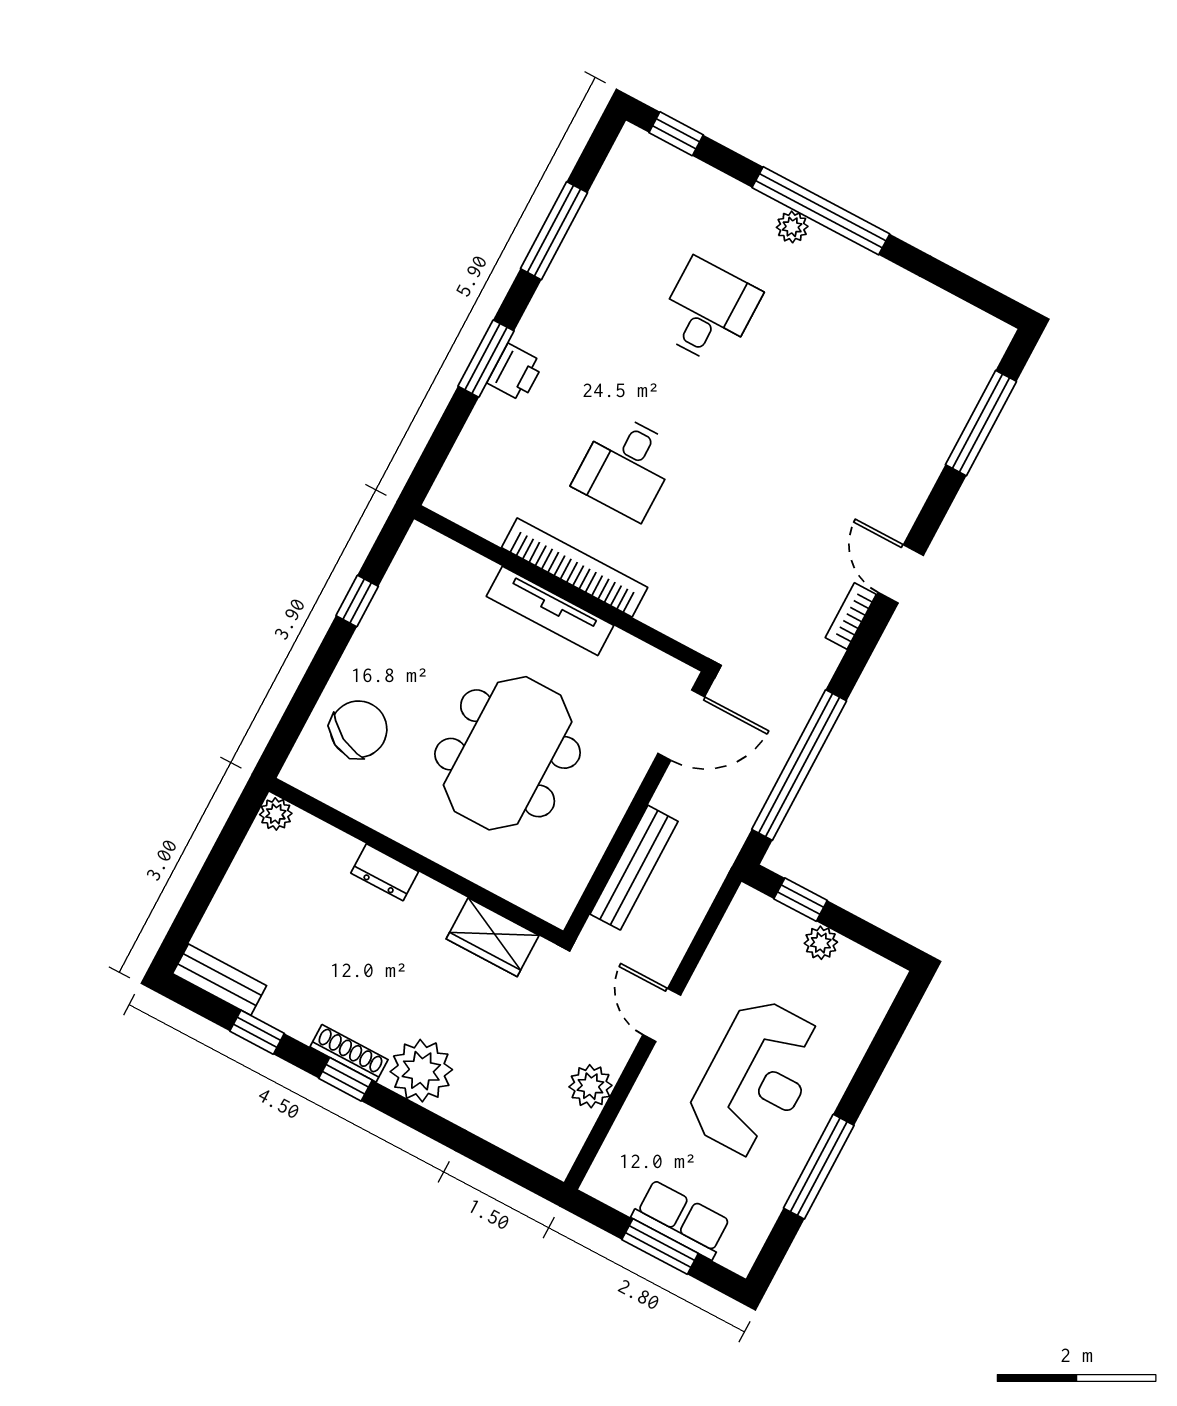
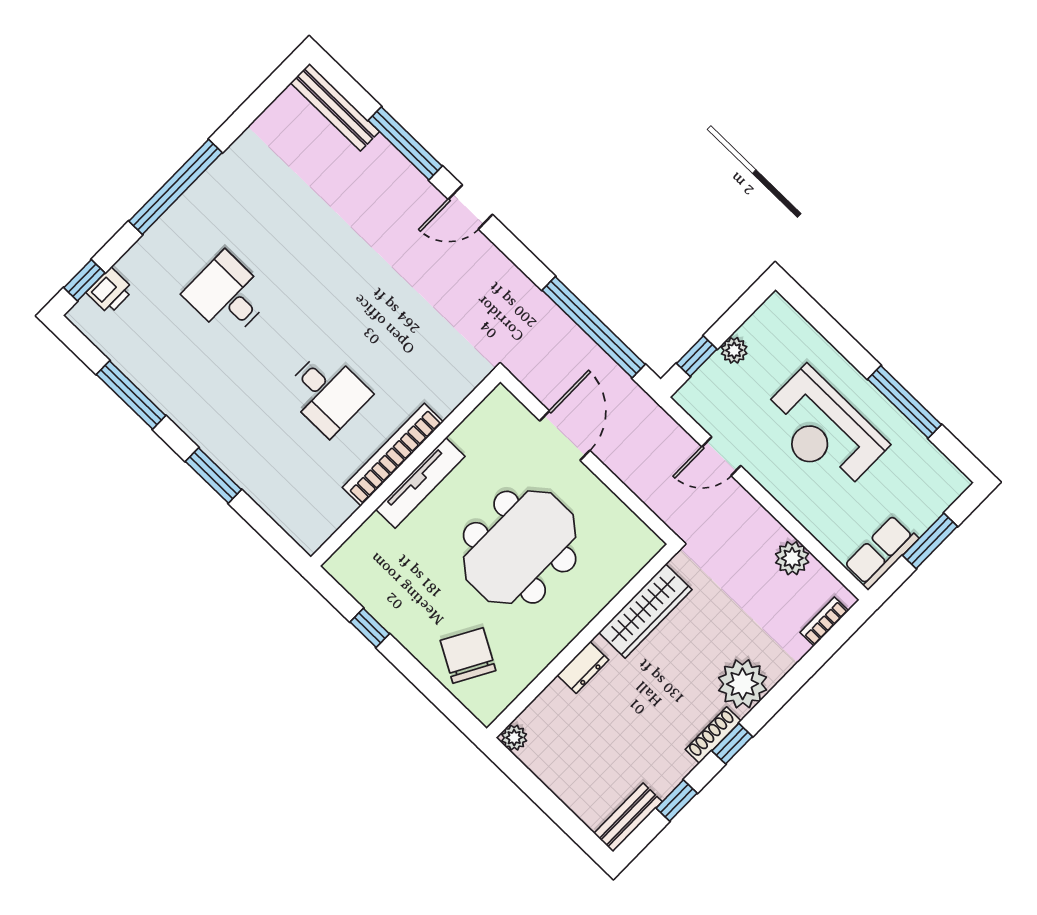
plant: (792, 227) -> (181, 212), removed
printer: (515, 373) -> (110, 291), moved, turned 90
window: (981, 423) -> (405, 143), moved
bookcase: (851, 616) -> (824, 622), moved, turned 90
door: (681, 725) -> (565, 436), moved
meeting table: (508, 753) -> (520, 547), turned 90
bench: (634, 868) -> (335, 107), moved
wardrobe: (493, 937) -> (645, 611), width x1.50
door: (662, 1015) -> (721, 456), moved
reception desk: (756, 1078) -> (823, 430), turned 180
row of seats: (681, 1219) -> (881, 552), moved

